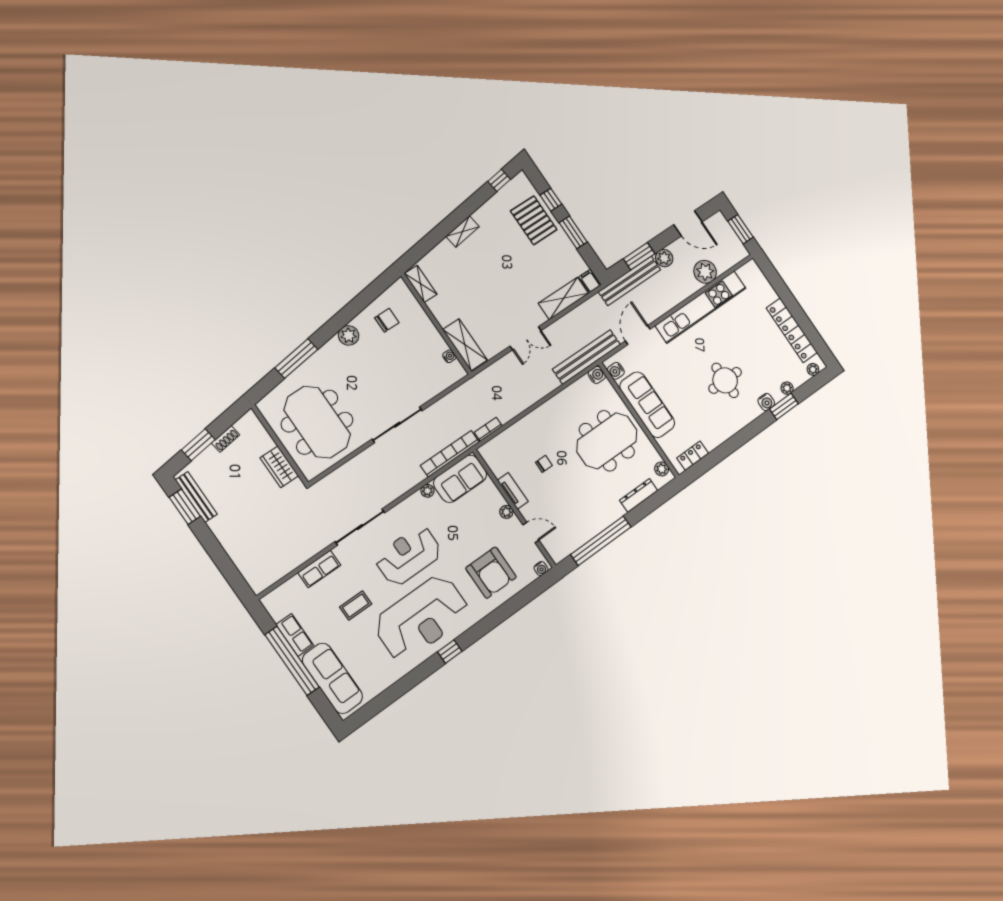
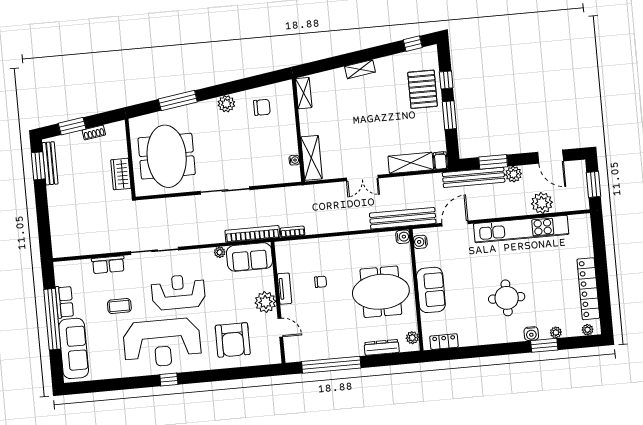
sofa: (647, 405) -> (431, 290), width x0.73
plant: (506, 512) -> (265, 302), width x1.87, depth x1.87
water cooler: (541, 569) -> (272, 359), removed

